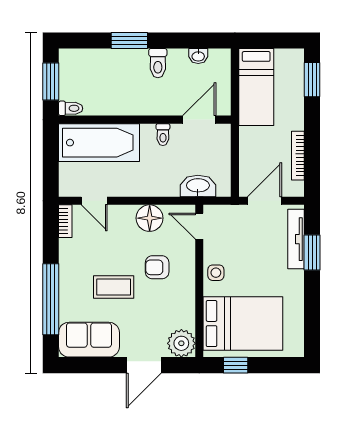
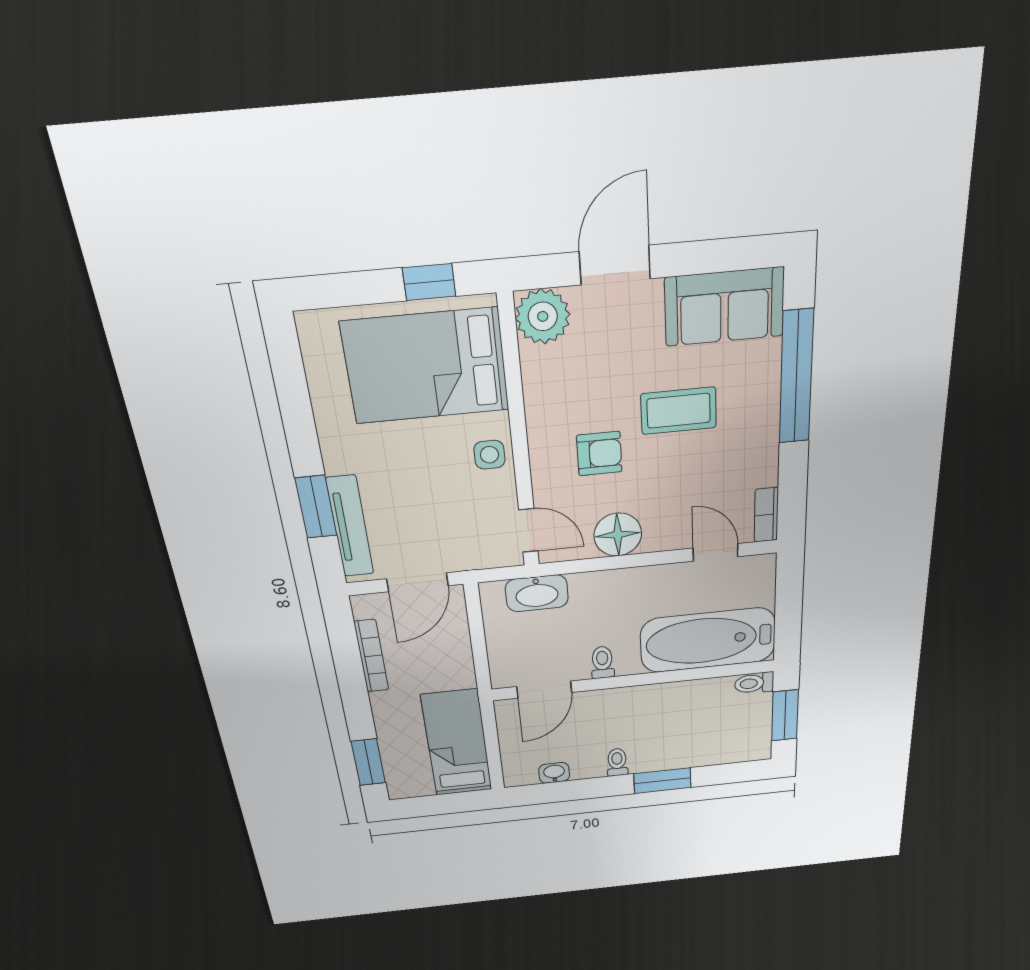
toilet: (158, 63) -> (617, 762), width x0.73, depth x0.72

